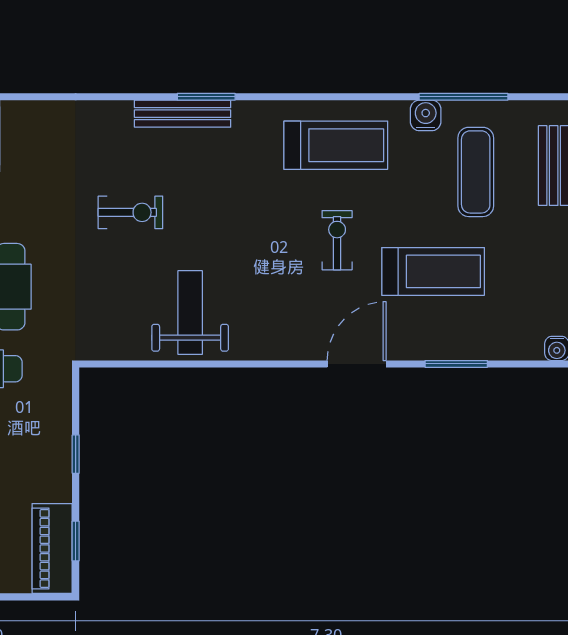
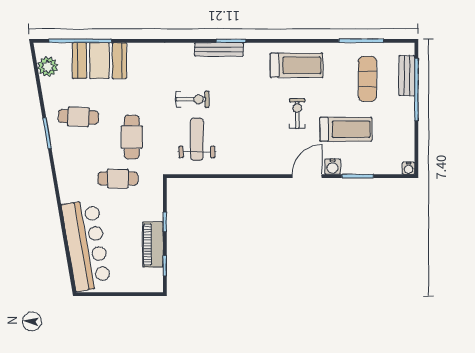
water cooler: (426, 115) -> (333, 167), moved, turned 180
weight bench: (190, 313) -> (197, 139), moved
piano: (52, 549) -> (153, 244), moved

